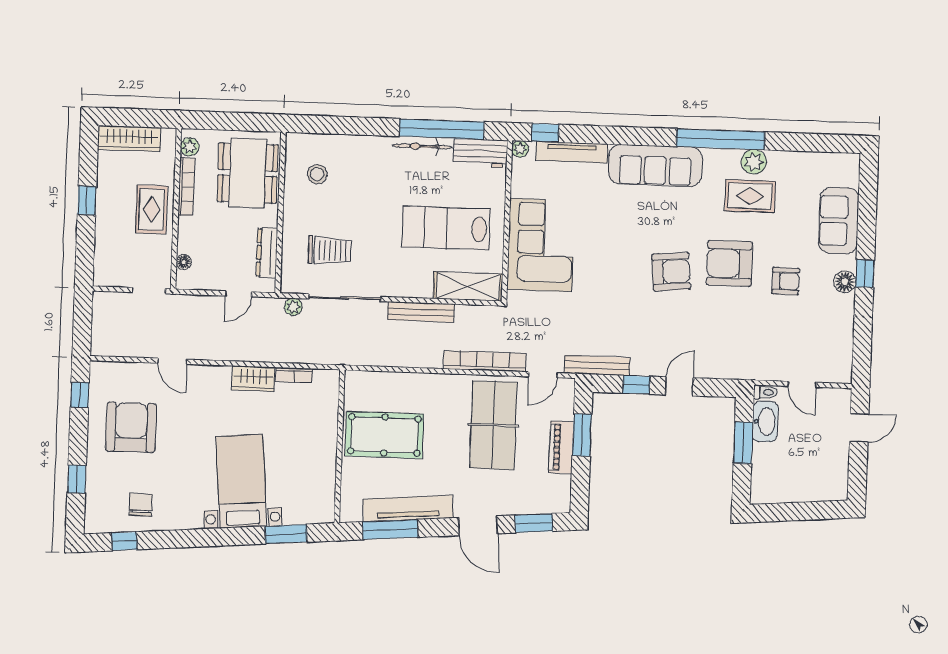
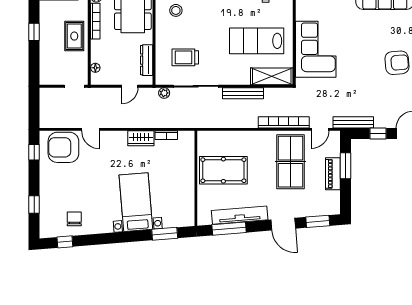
trolley: (330, 251) -> (185, 57), turned 180
armchair: (131, 427) -> (63, 147), moved, turned -90

